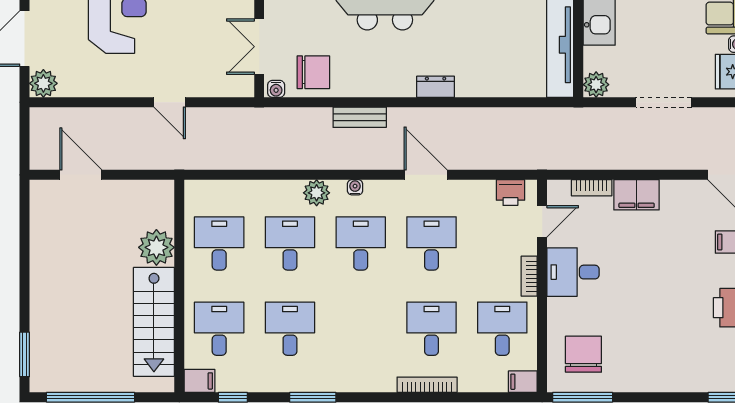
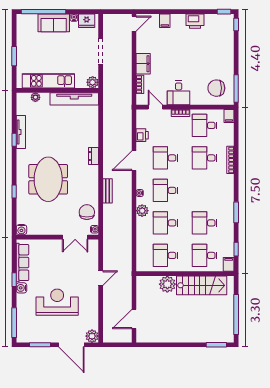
printer: (510, 193) -> (142, 135), moved

